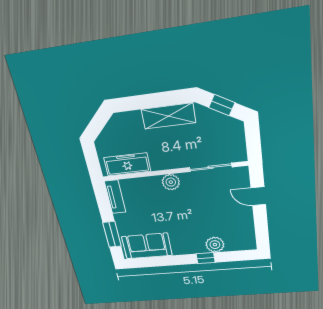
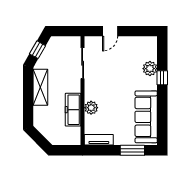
freezer: (127, 164) -> (73, 110), moved
plant: (171, 182) -> (91, 108), moved
sofa: (147, 246) -> (146, 117), width x1.36

